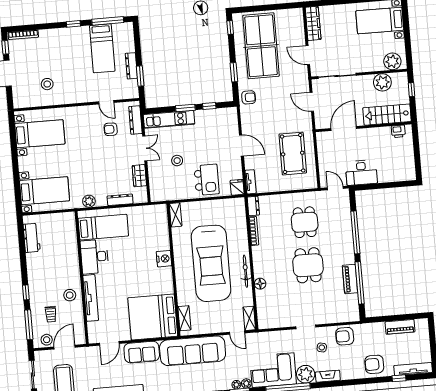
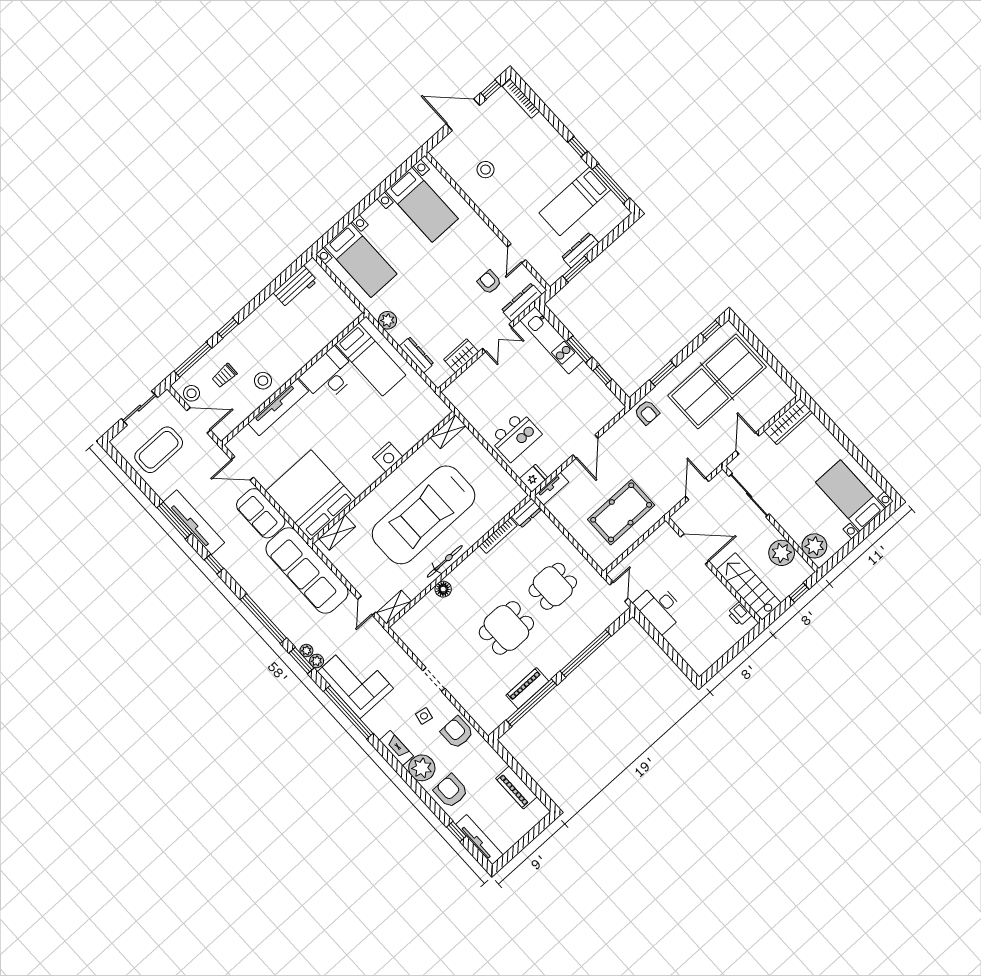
stool: (177, 161) -> (512, 386), removed
plant: (306, 374) -> (422, 768), moved

